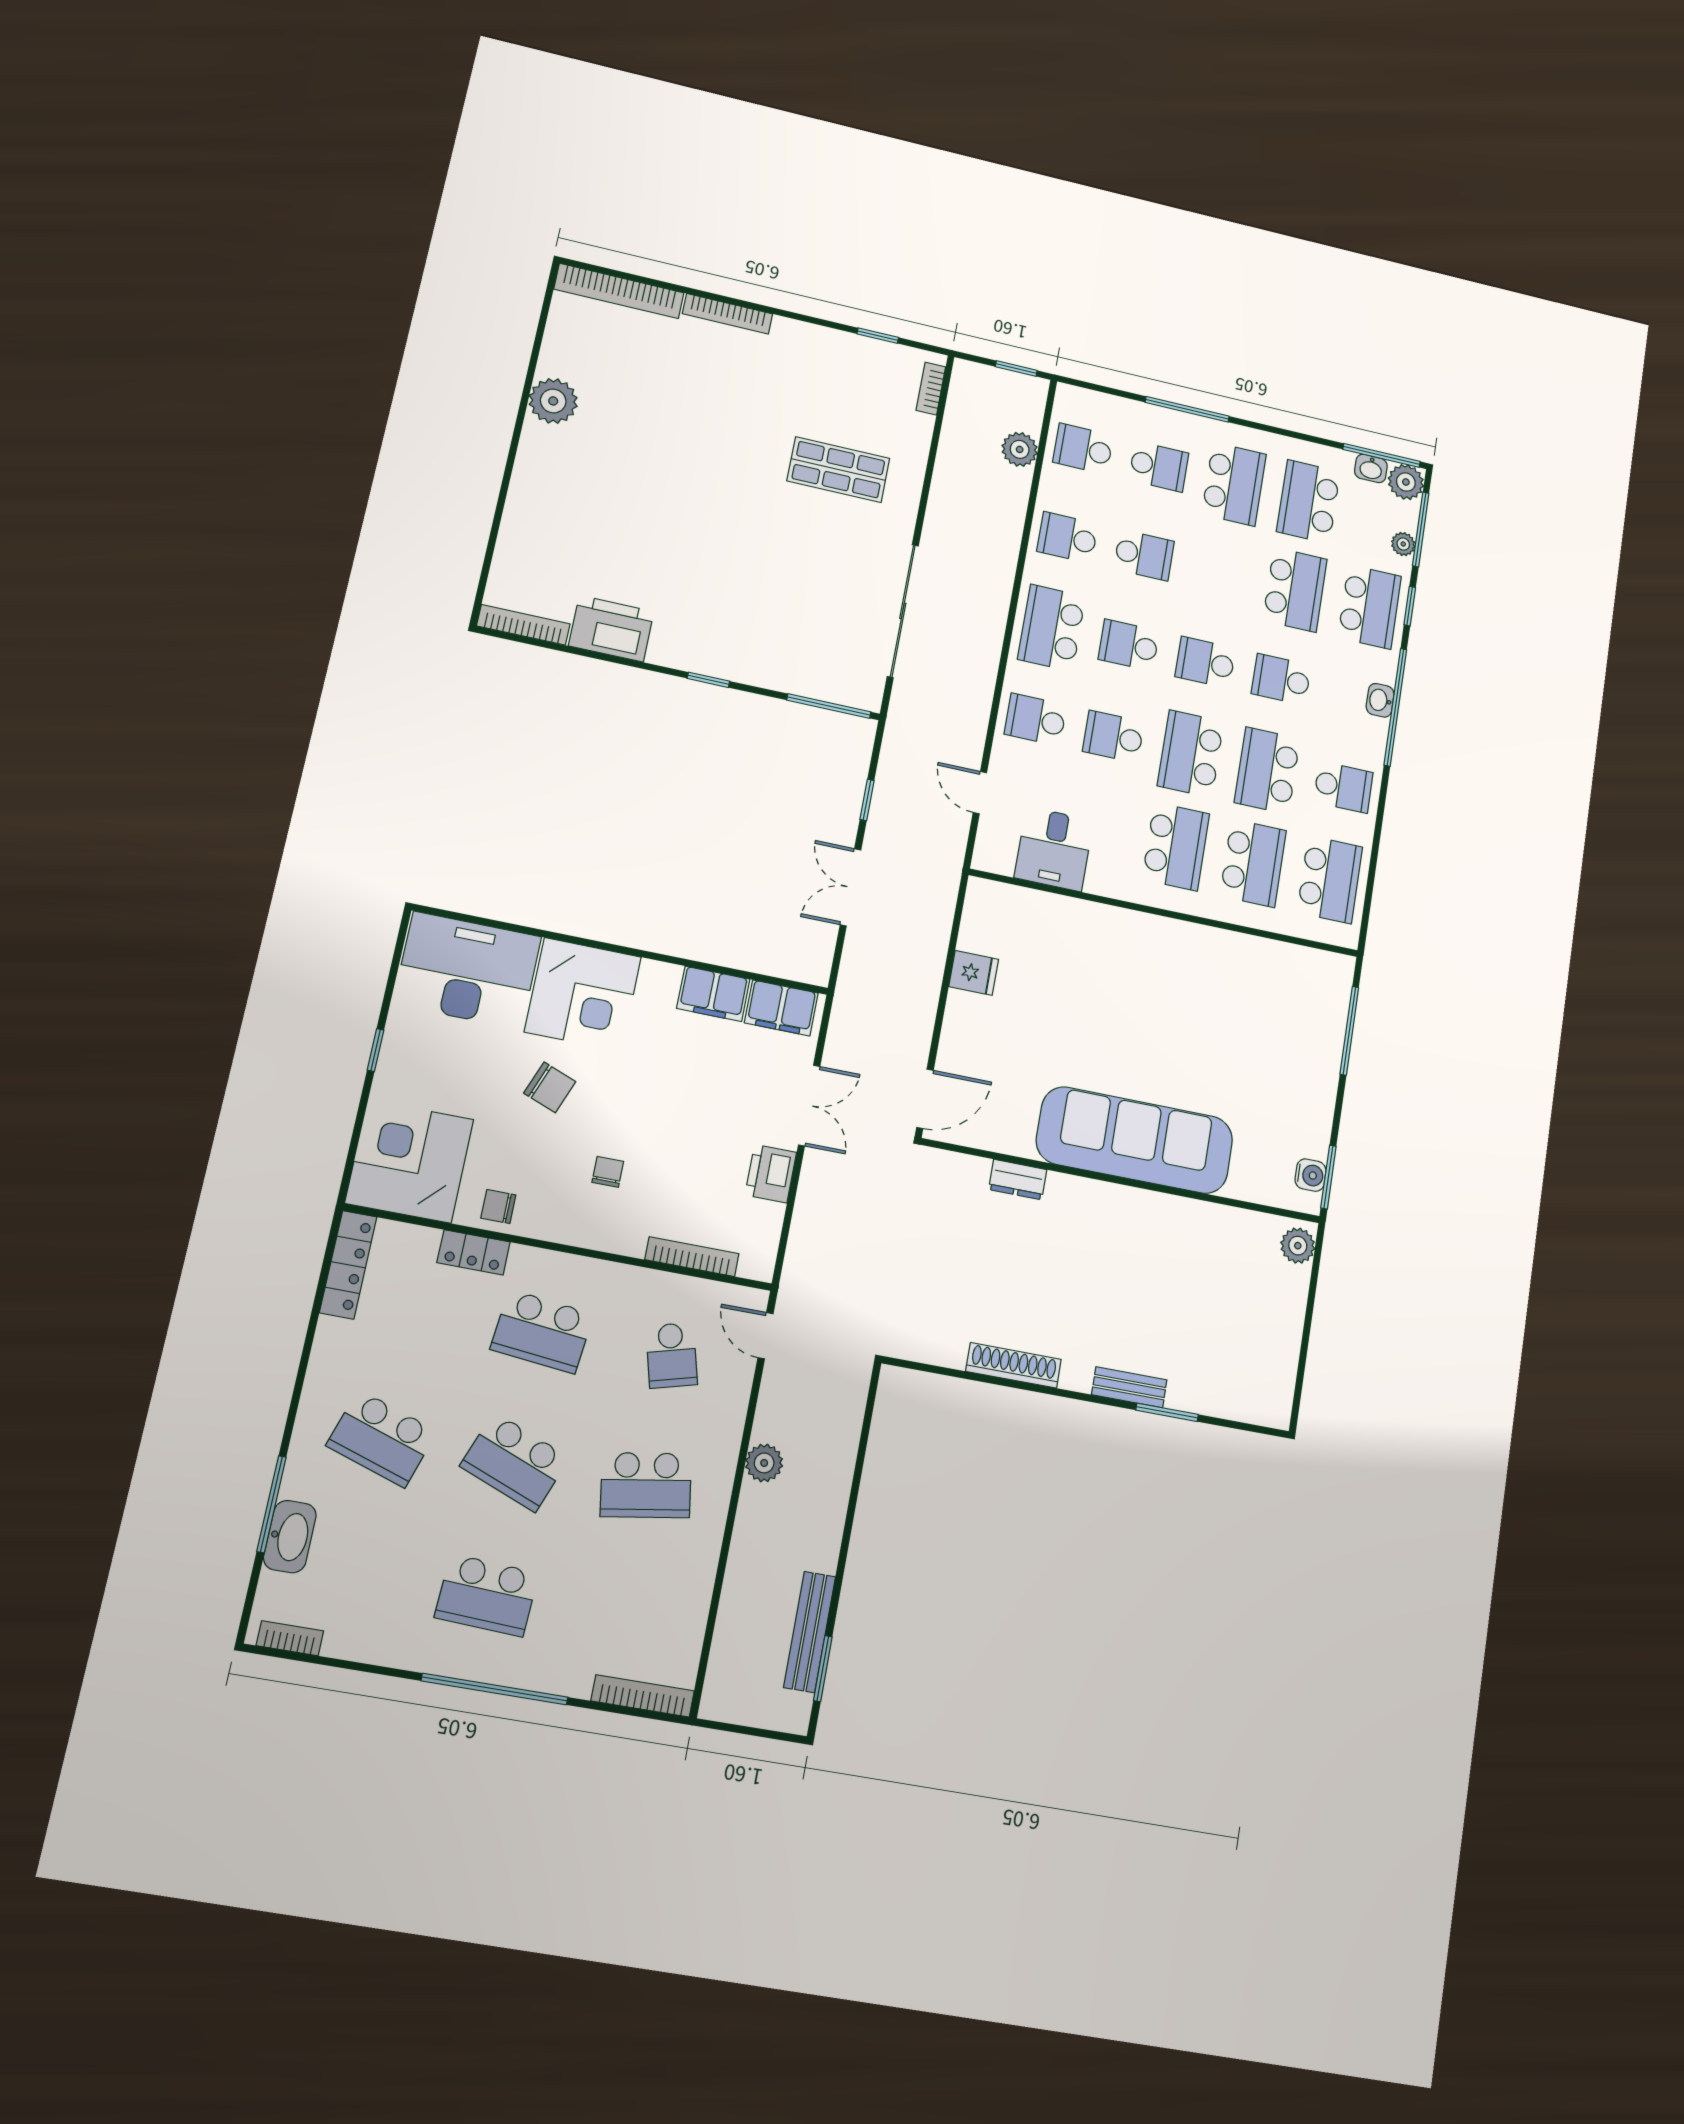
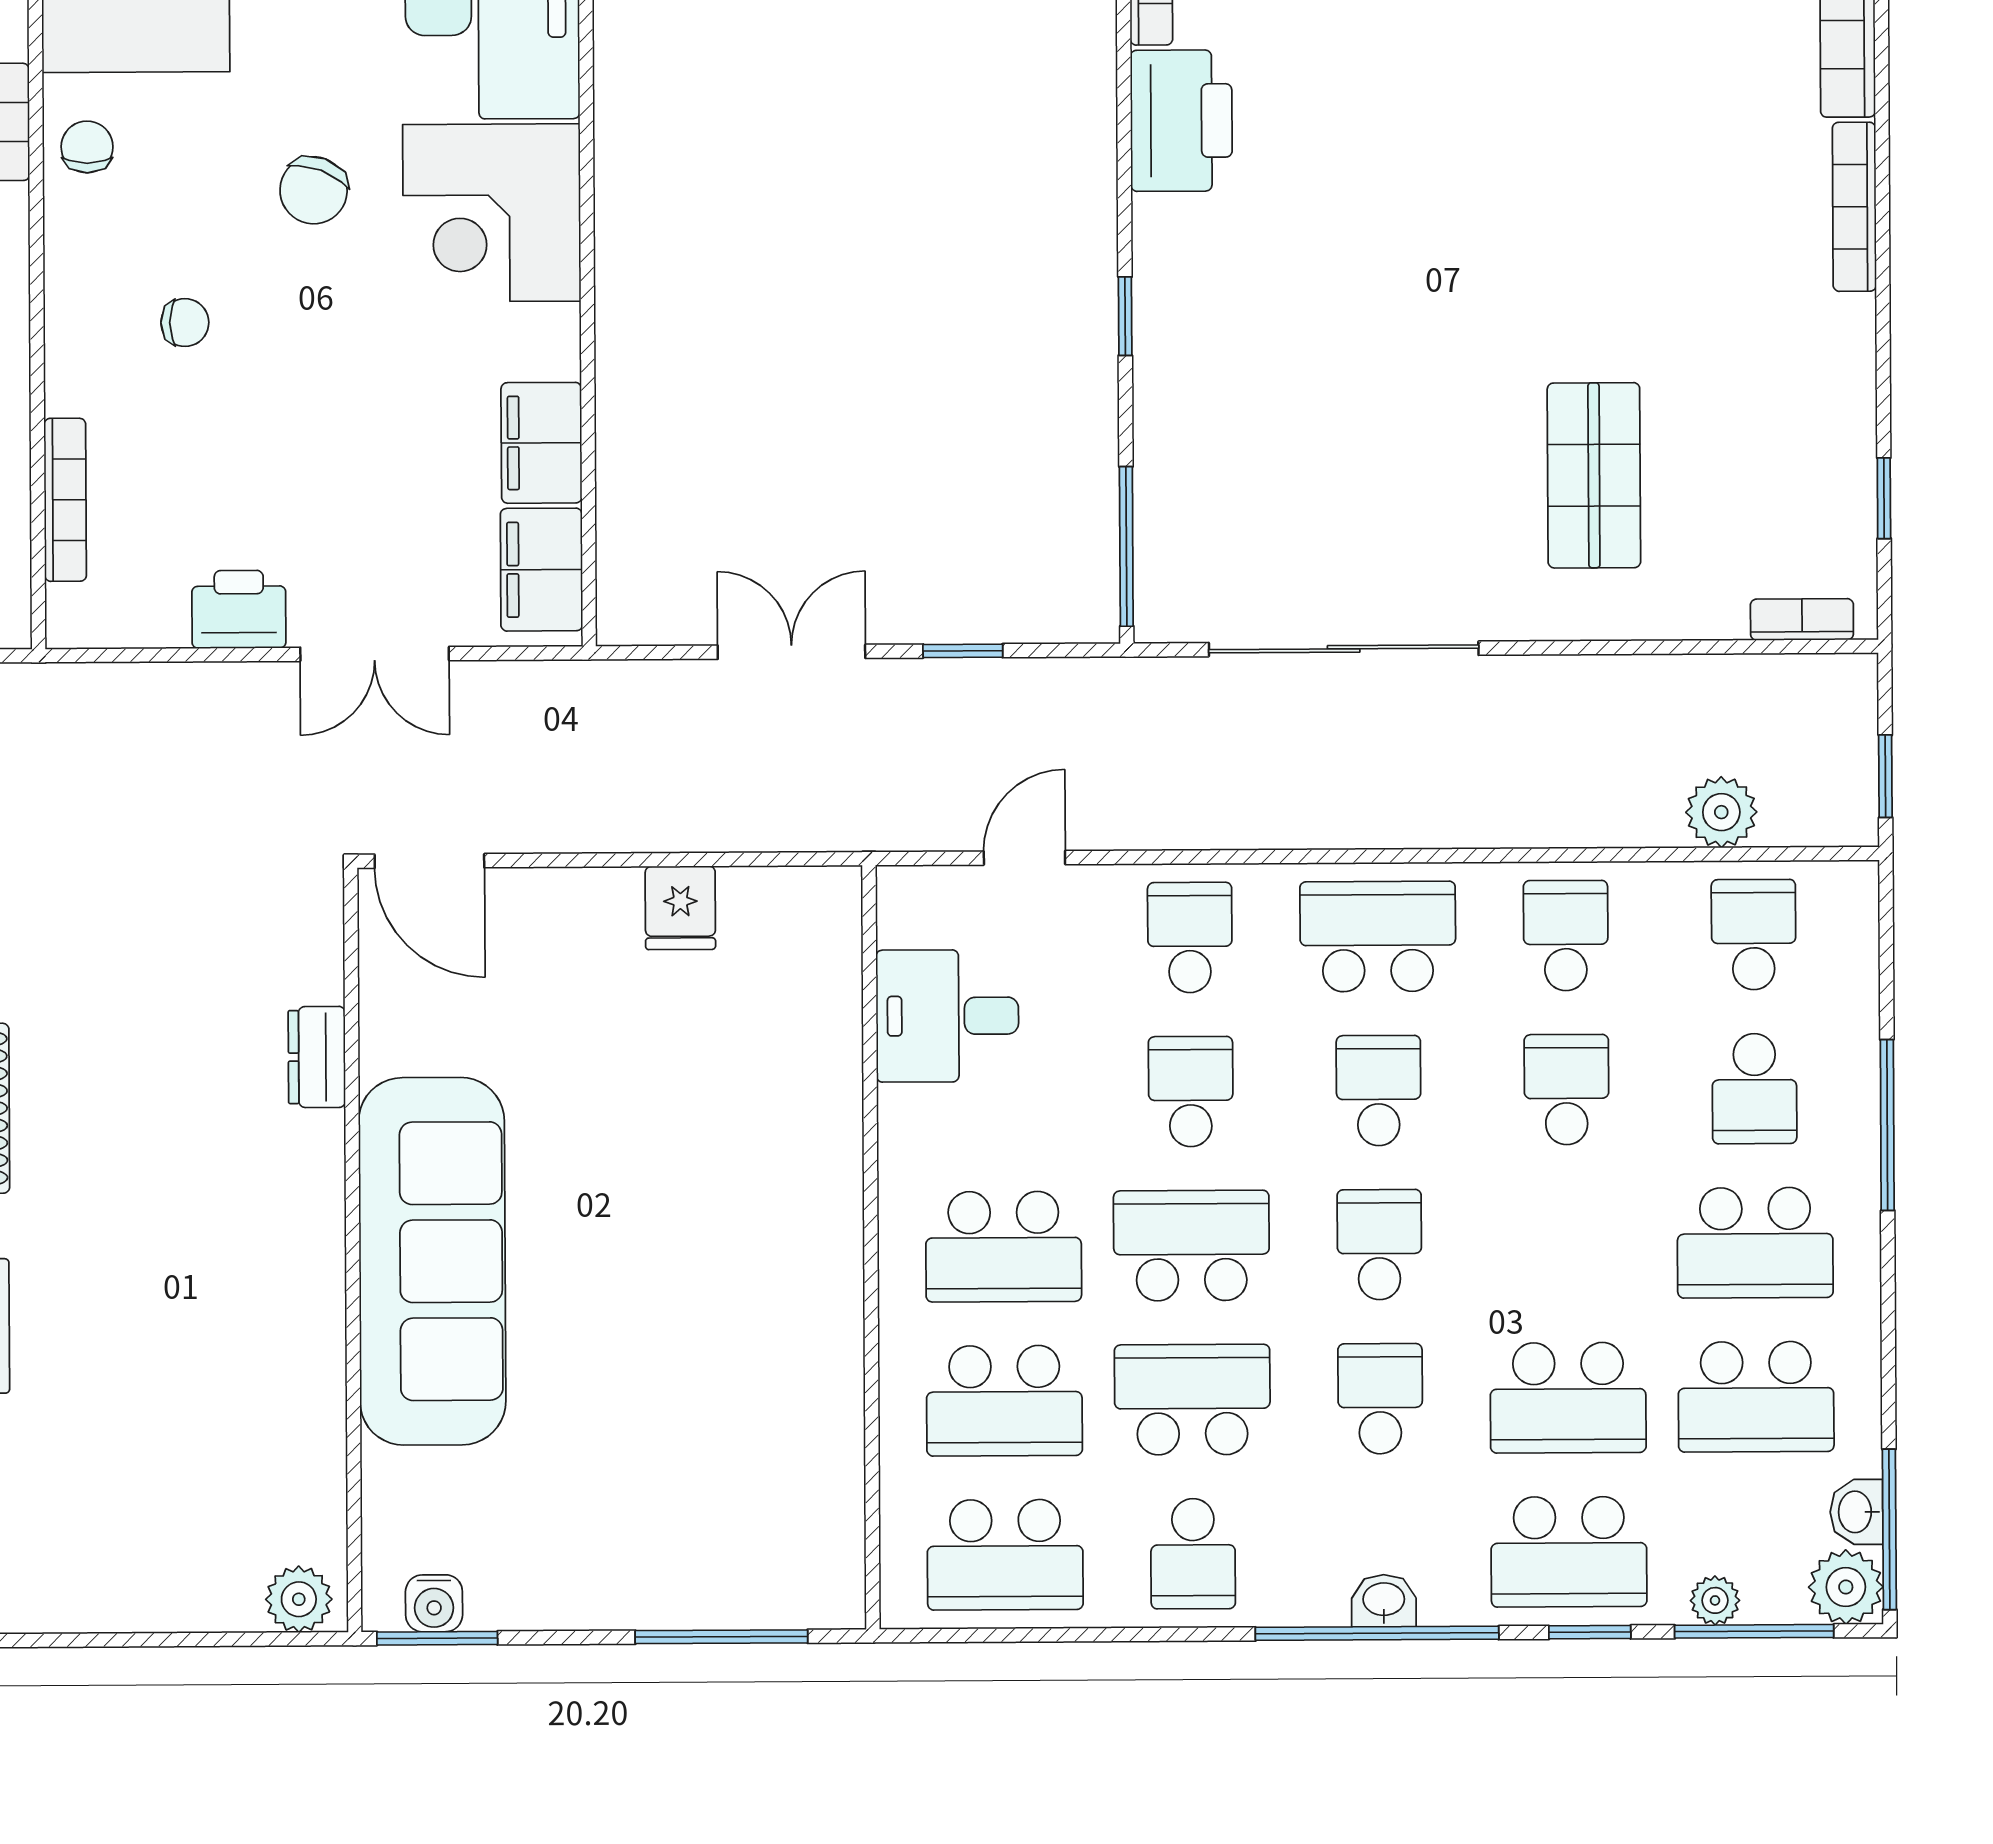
school desk: (1308, 502) -> (1756, 1397), turned 180
school desk: (1144, 555) -> (1566, 1090), turned 180

